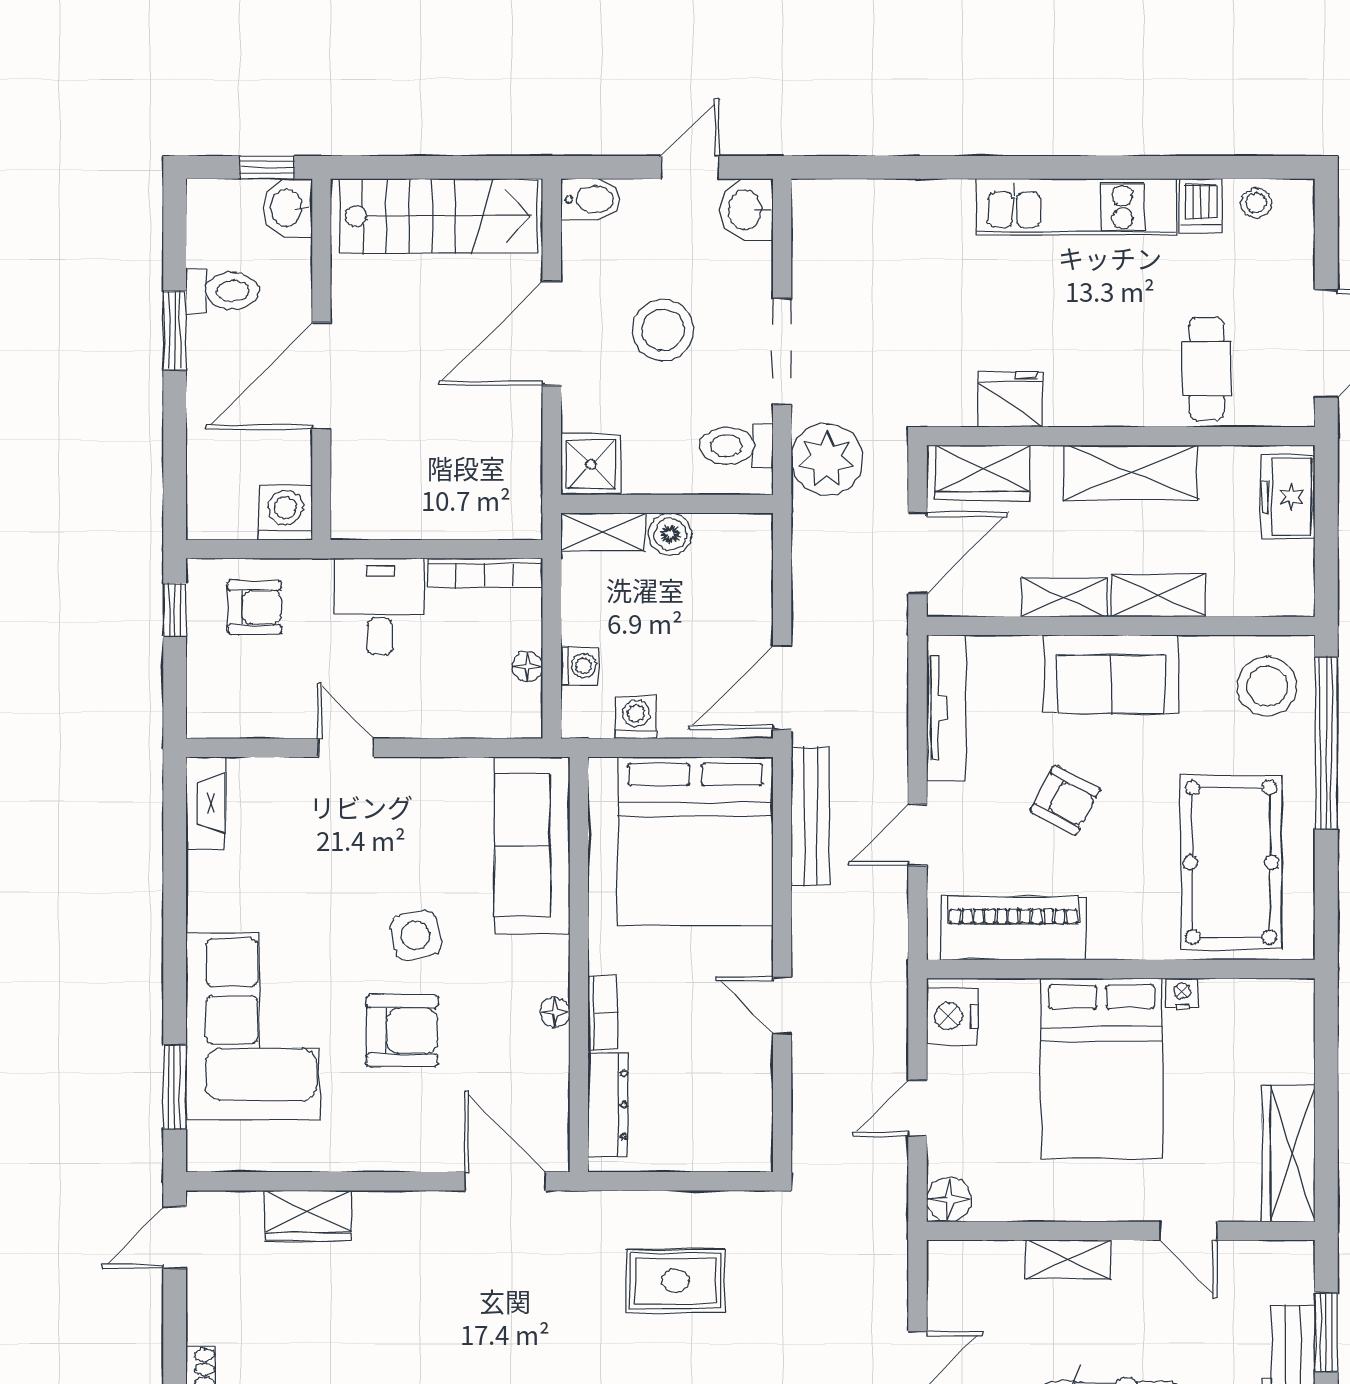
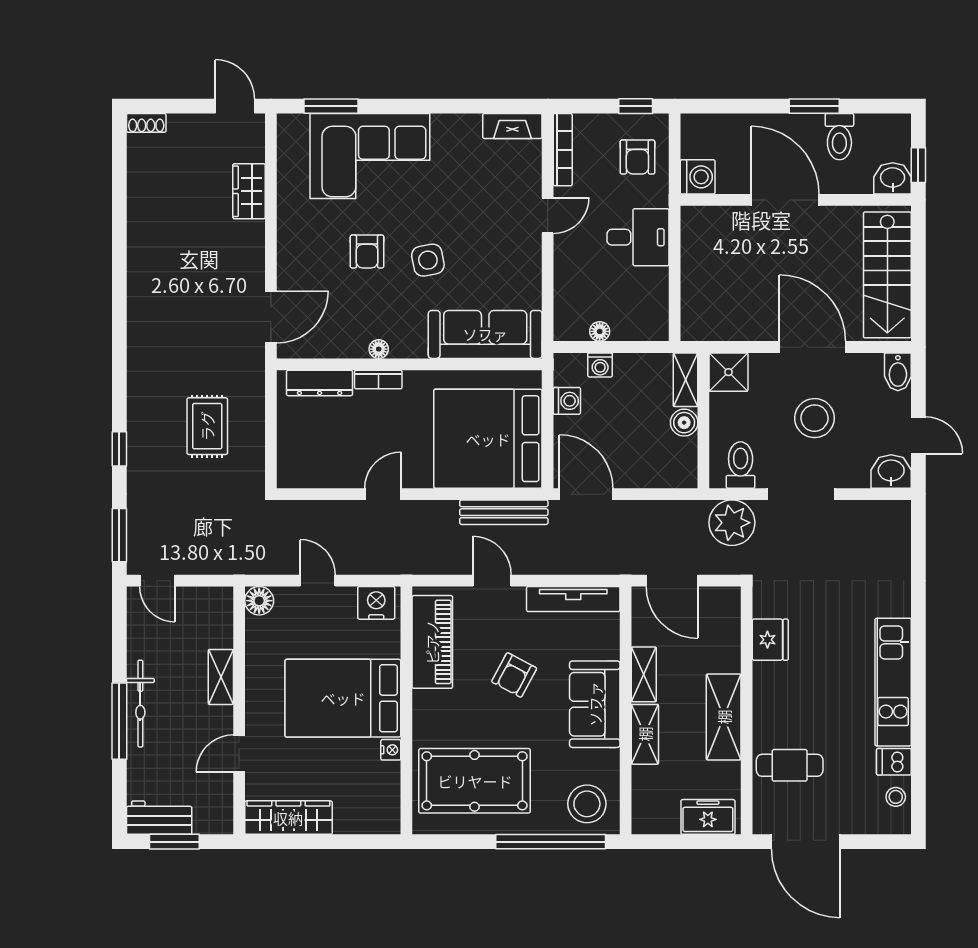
wardrobe: (982, 473) -> (723, 622), removed
bookcase: (485, 573) -> (563, 150), moved, turned 180
armchair: (402, 1031) -> (367, 251), width x0.72, depth x0.72

